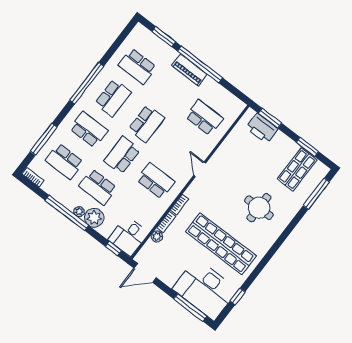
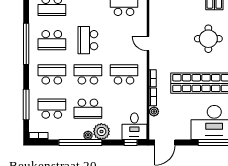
school desk: (113, 98) -> (52, 40), turned 90
school desk: (146, 124) -> (88, 40), turned 180
school desk: (122, 155) -> (88, 74), turned 90
school desk: (64, 161) -> (52, 109), turned 180

